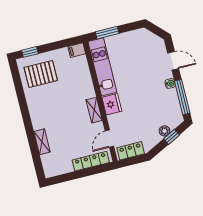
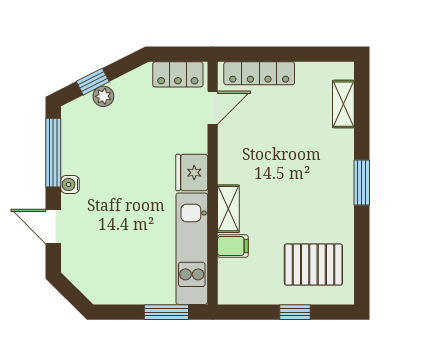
filing cabinet: (77, 50) -> (233, 246), moved
window: (30, 52) -> (295, 312), moved
shelving: (94, 110) -> (228, 209), moved
window: (27, 120) -> (362, 182), added
shelving: (42, 142) -> (343, 104), moved

